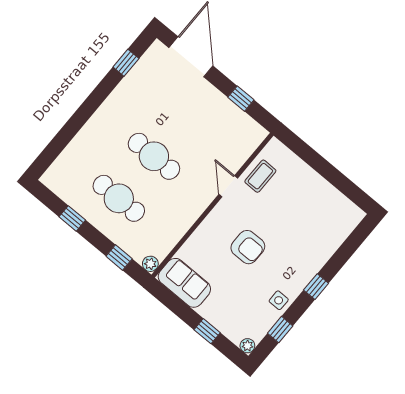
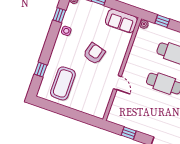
coffee table: (260, 176) -> (63, 83), moved, width x1.86, depth x1.72
armchair: (248, 247) -> (94, 54), turned 106
window: (316, 287) -> (41, 70), moved

